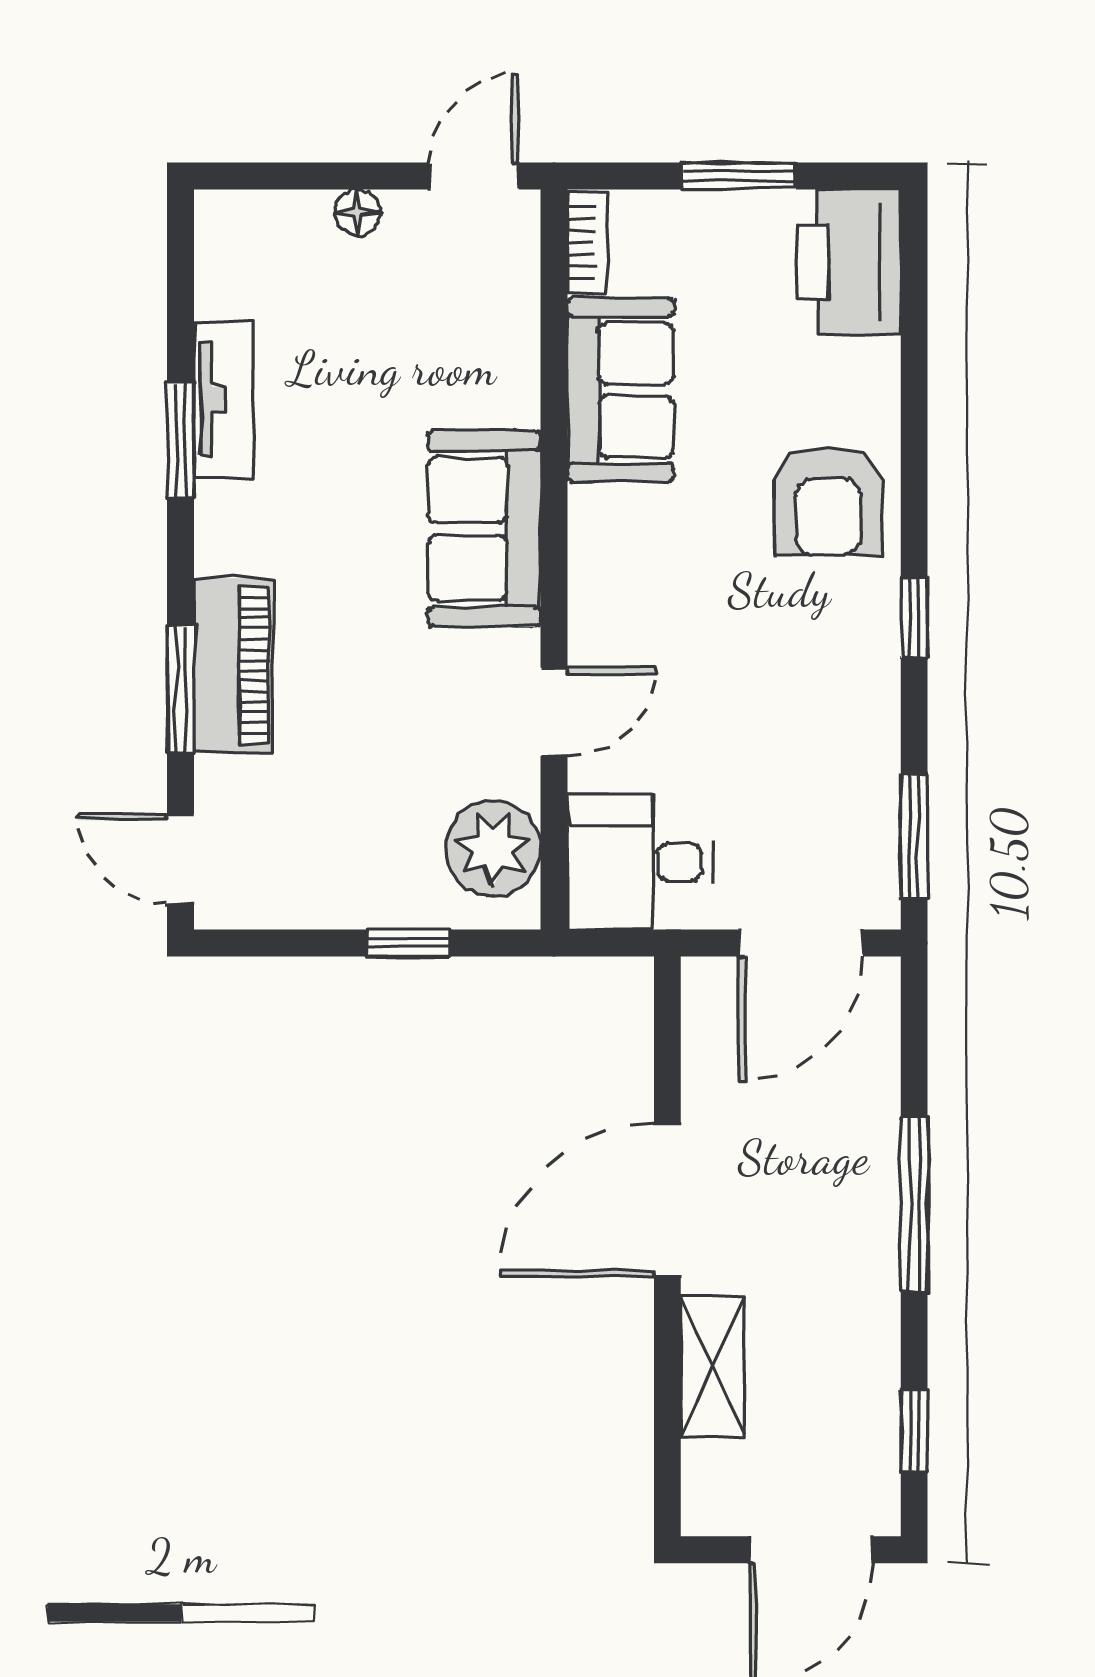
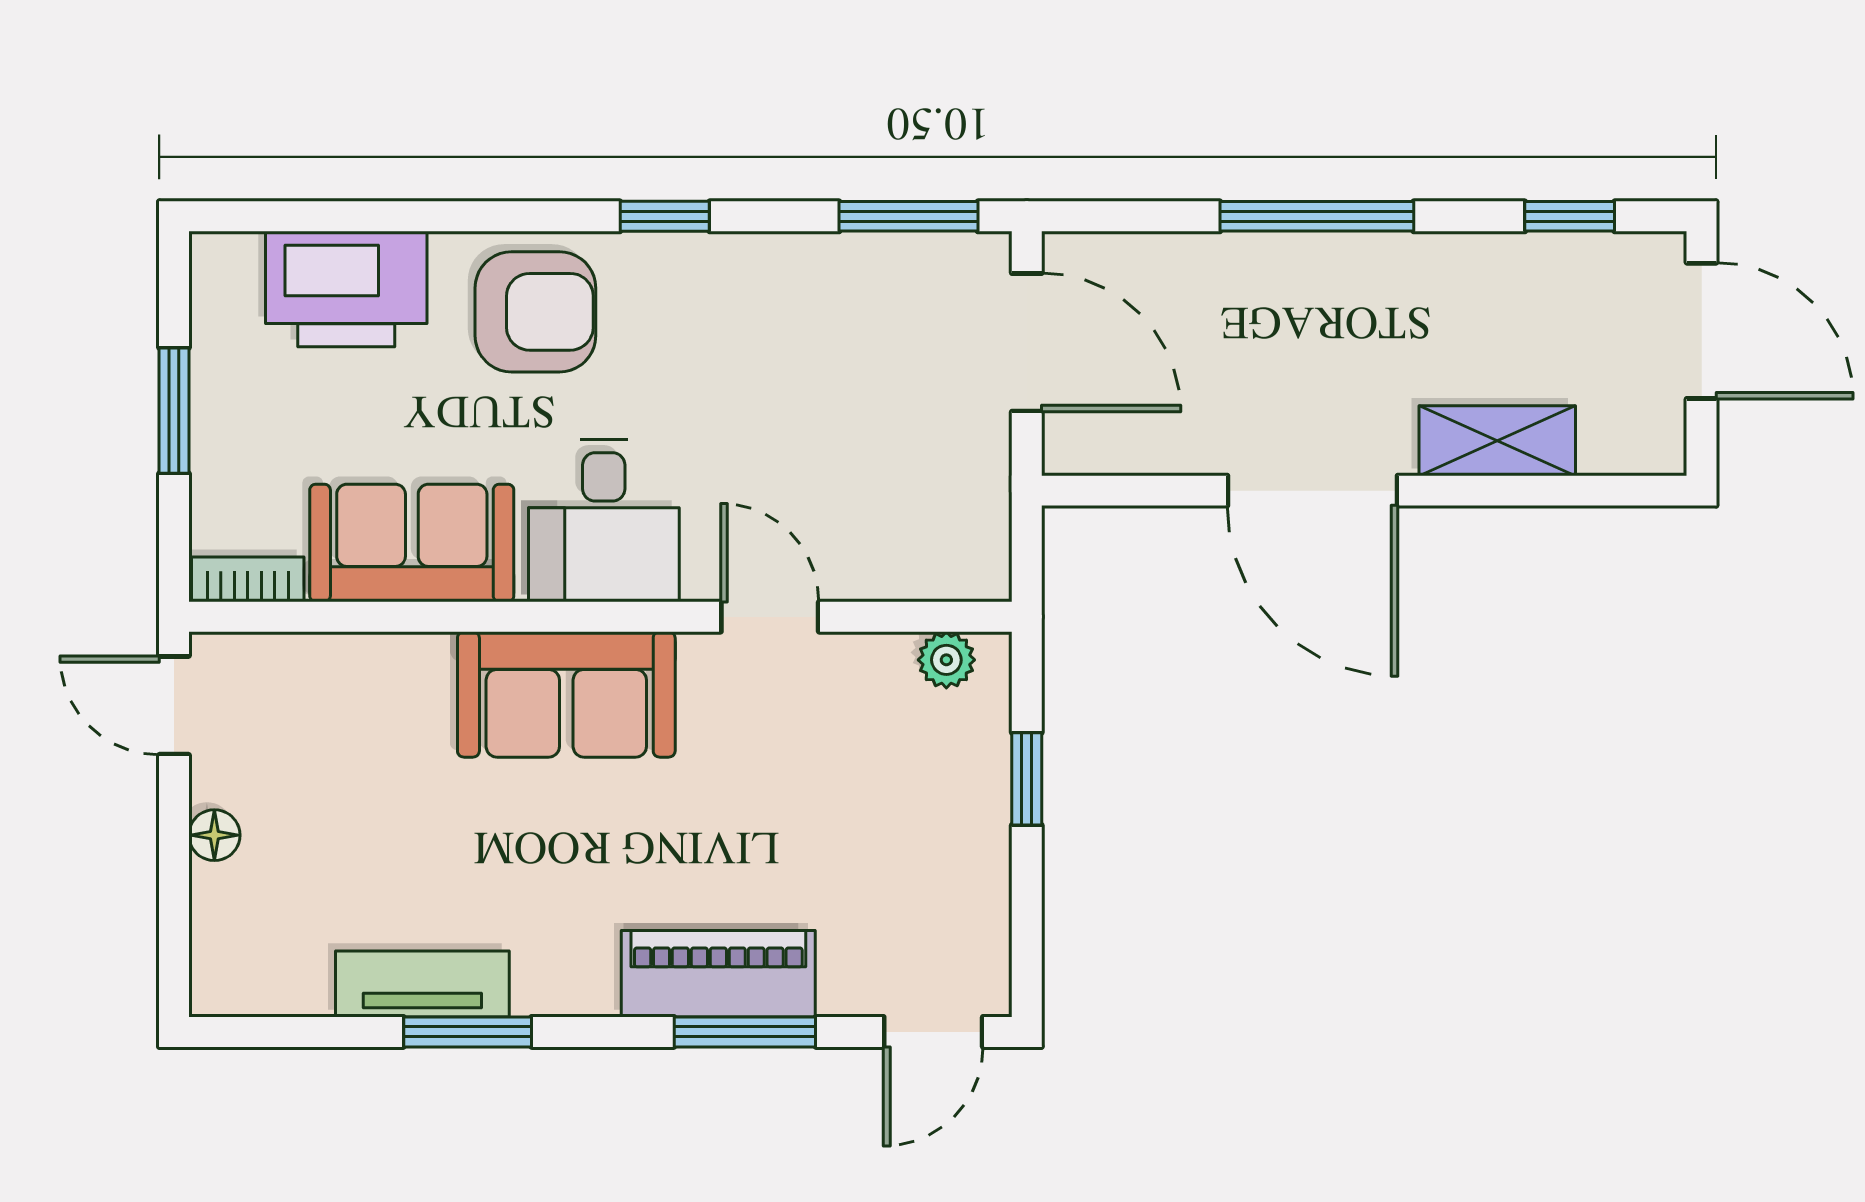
printer: (849, 262) -> (346, 289), moved
plant: (493, 848) -> (946, 660), width x0.53, depth x0.53
desk: (640, 862) -> (604, 521), moved

